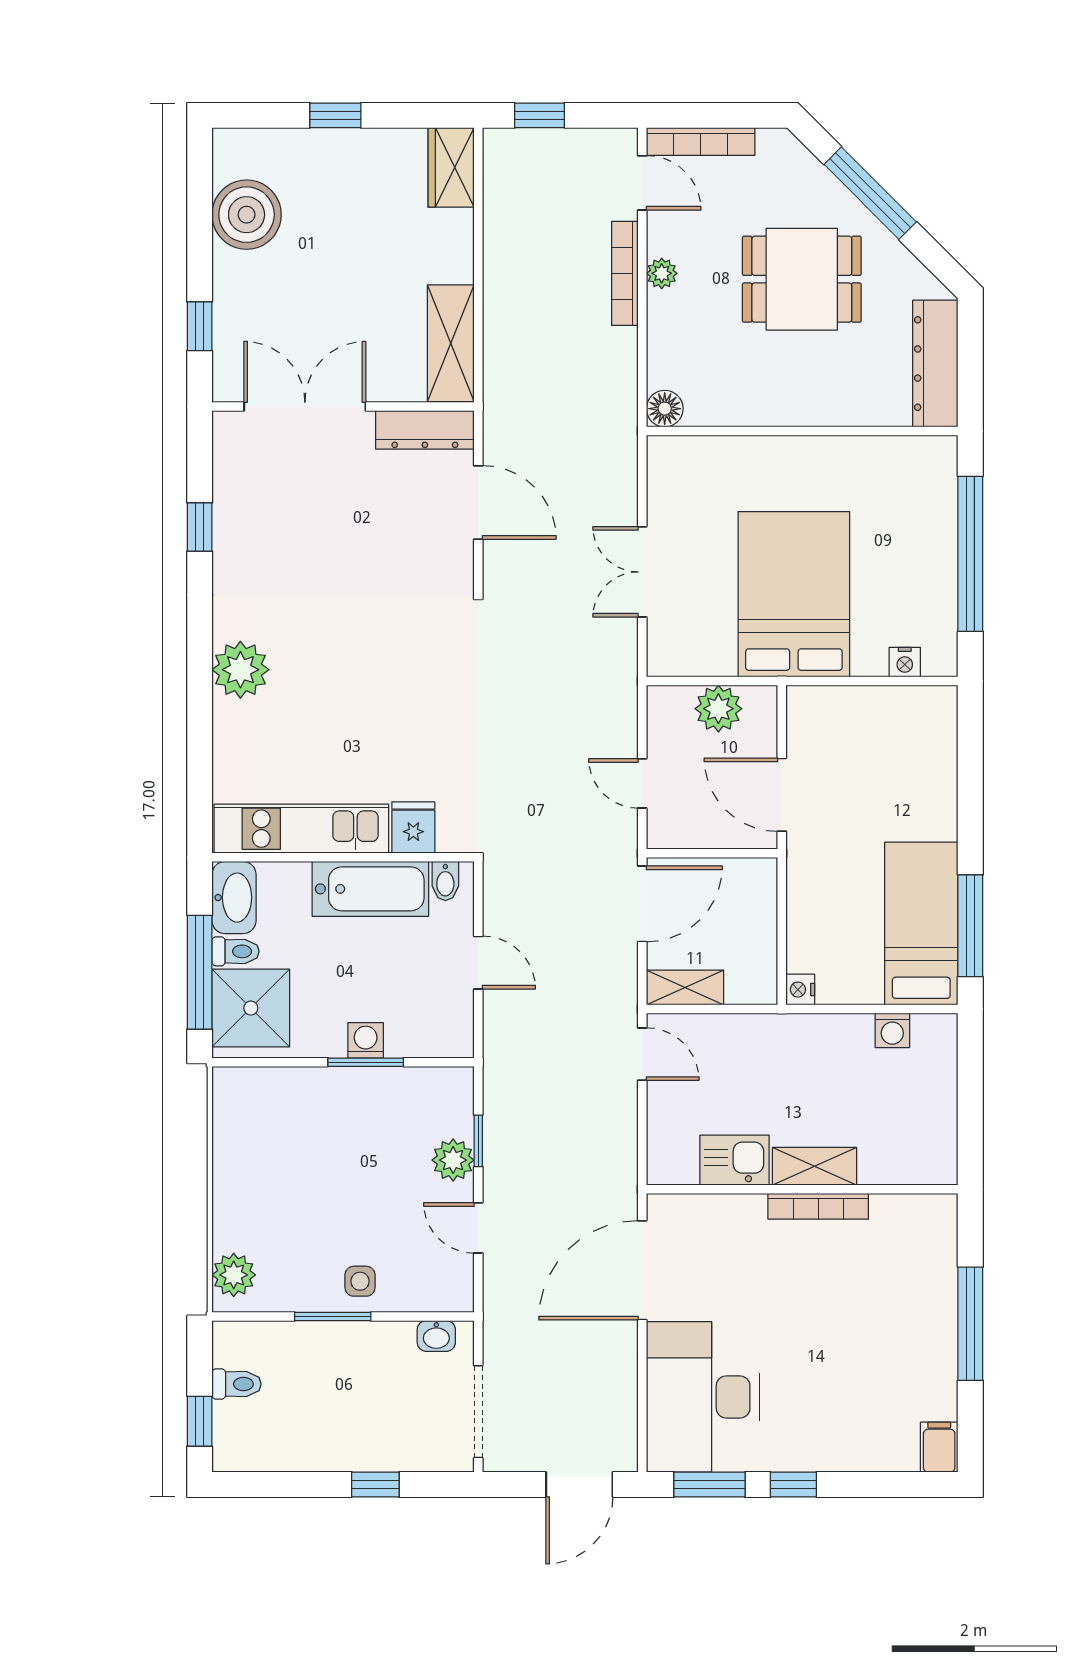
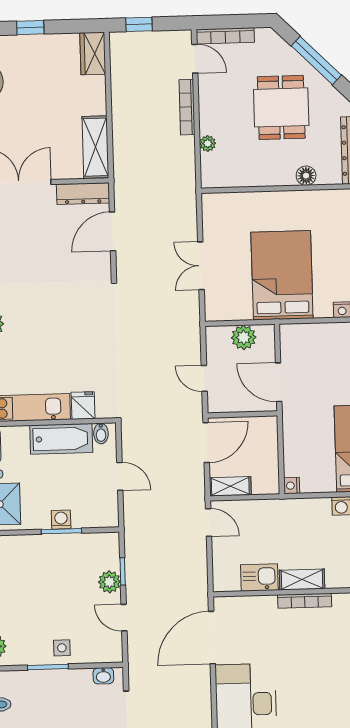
plant: (662, 273) -> (208, 143), moved
dining table: (802, 279) -> (281, 107), turned 90
floor lamp: (665, 409) -> (306, 176), moved
door: (478, 502) -> (113, 231), swing flipped

